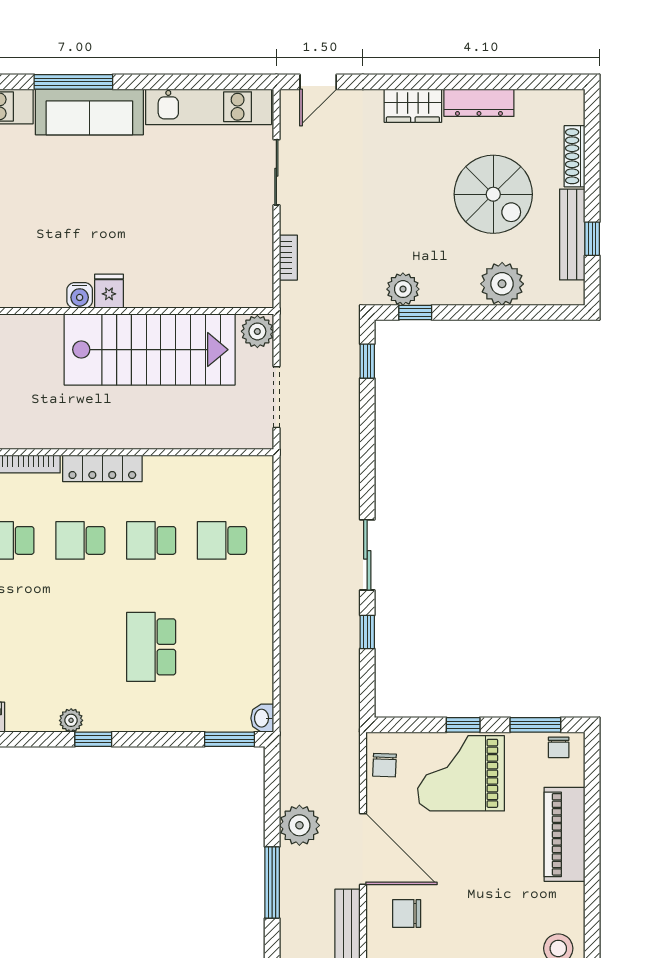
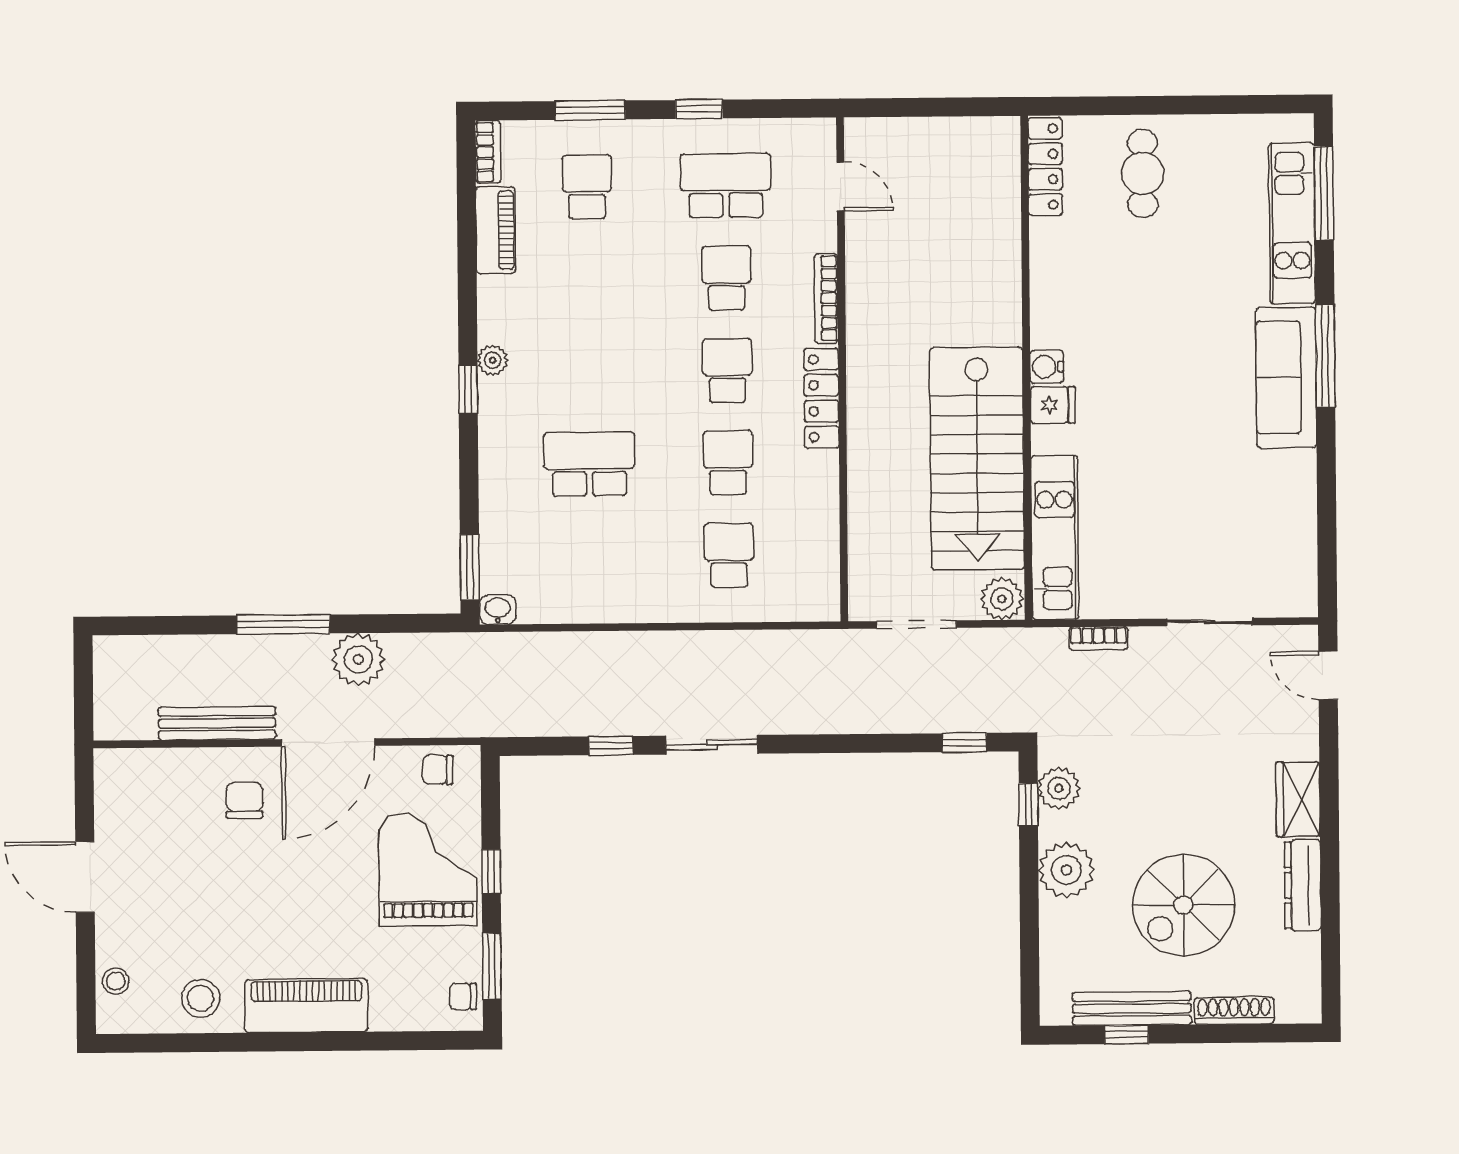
kitchen unit: (209, 107) -> (1055, 537), moved, turned 180
plant: (502, 284) -> (1066, 870), moved
piano: (565, 834) -> (307, 1006), moved

